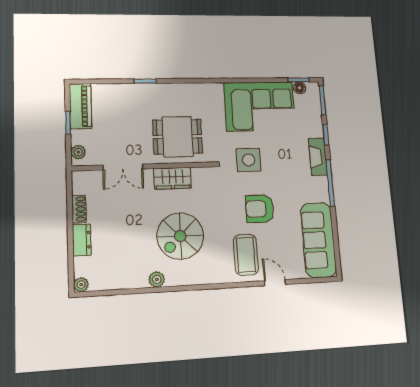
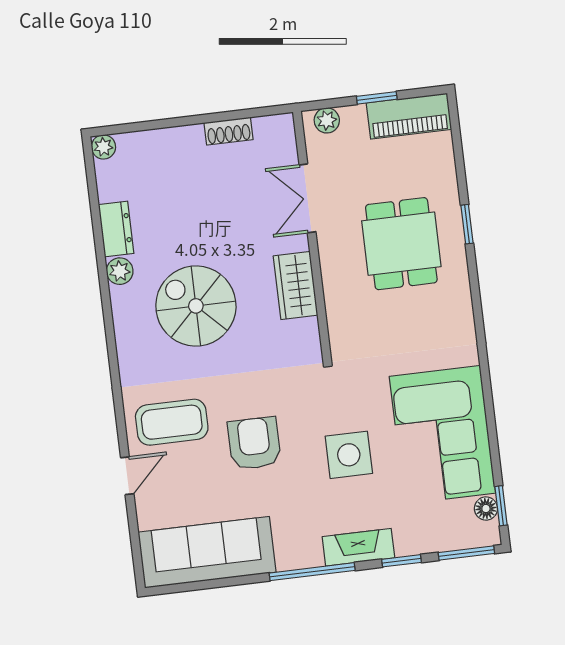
dining table: (178, 137) -> (401, 244), moved
side table: (249, 160) -> (349, 455), moved
dresser: (82, 240) -> (116, 229), moved, turned -90

